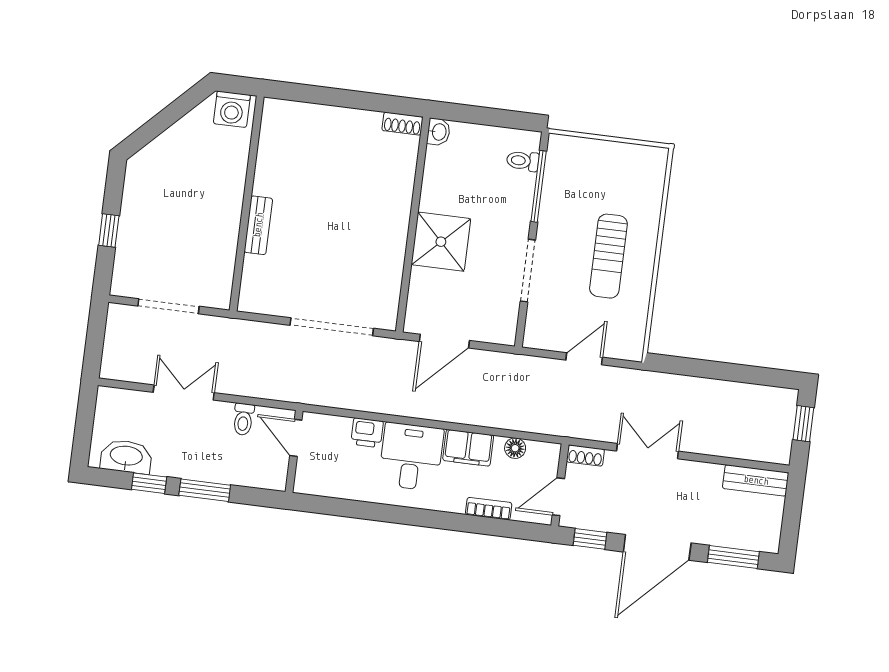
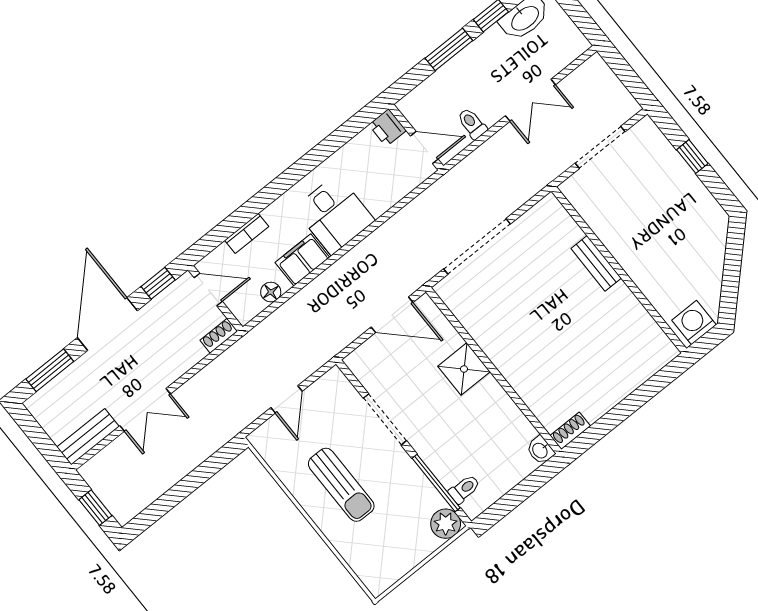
plant: (562, 150) -> (446, 524), added
shower: (441, 242) -> (464, 369), width x0.73, depth x0.73
sun lounger: (608, 256) -> (341, 485), turned 180
door: (444, 341) -> (392, 315), swing flipped
printer: (367, 433) -> (387, 128), moved, turned -90
double door: (648, 451) -> (145, 410), moved
door: (558, 497) -> (208, 290), hinge flipped

